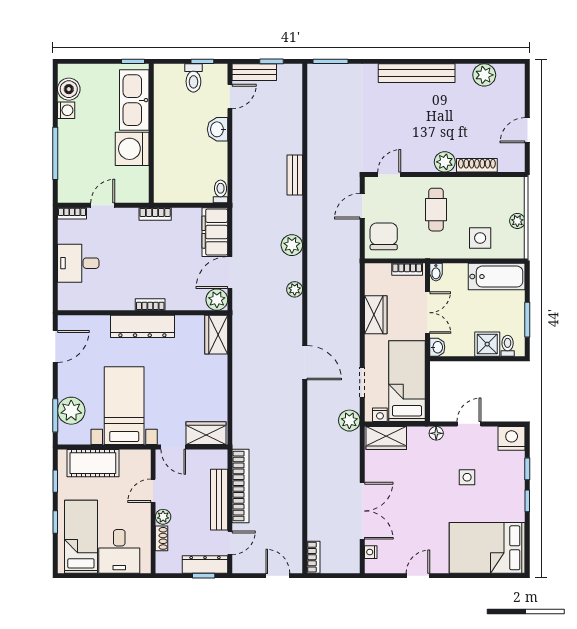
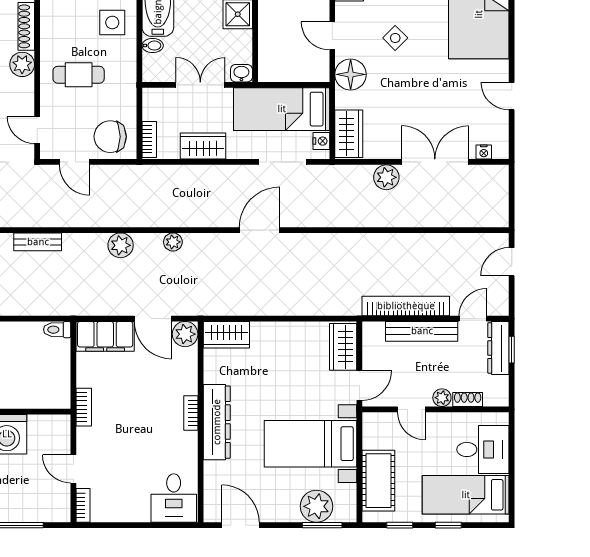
desk: (78, 263) -> (174, 498), moved
bookcase: (407, 269) -> (149, 139), moved
bidet: (436, 272) -> (153, 46), moved
doorway: (362, 382) -> (283, 162), width x1.38
plant: (349, 421) -> (386, 177), moved
floor lamp: (436, 433) -> (351, 74), width x1.89, depth x1.89
side table: (467, 477) -> (395, 38), turned 45
door: (230, 543) -> (473, 319), hinge flipped
bookcase: (313, 557) -> (490, 220), removed

